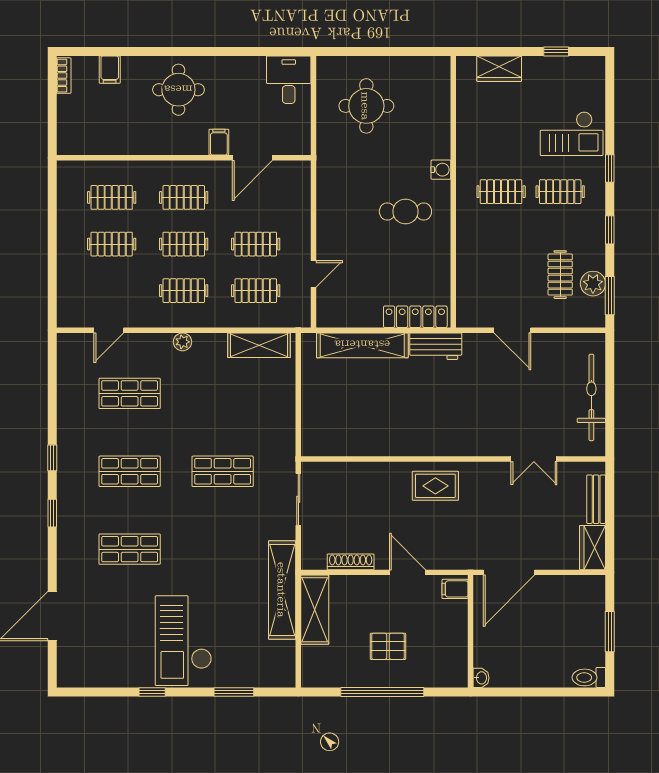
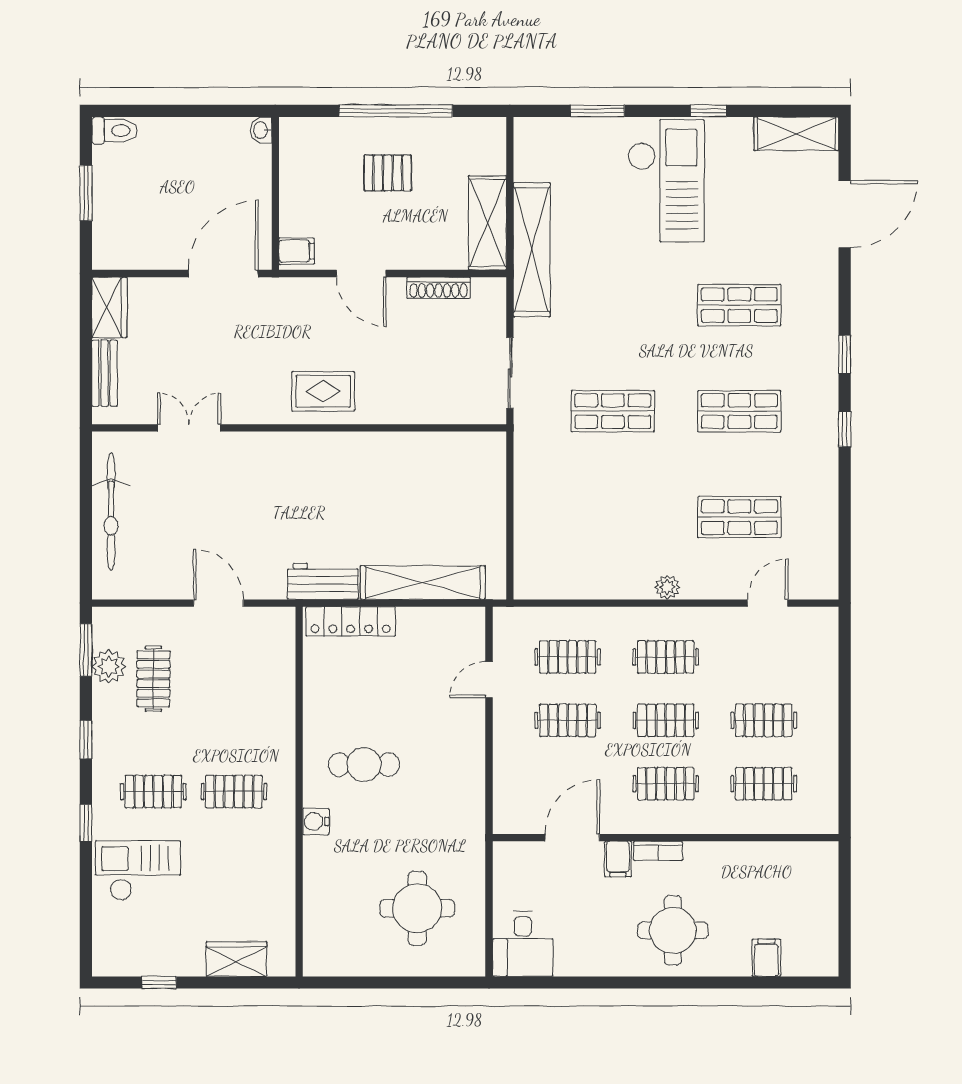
bookcase: (64, 76) -> (658, 851), moved, turned -90
shelving: (259, 345) -> (796, 134), moved

